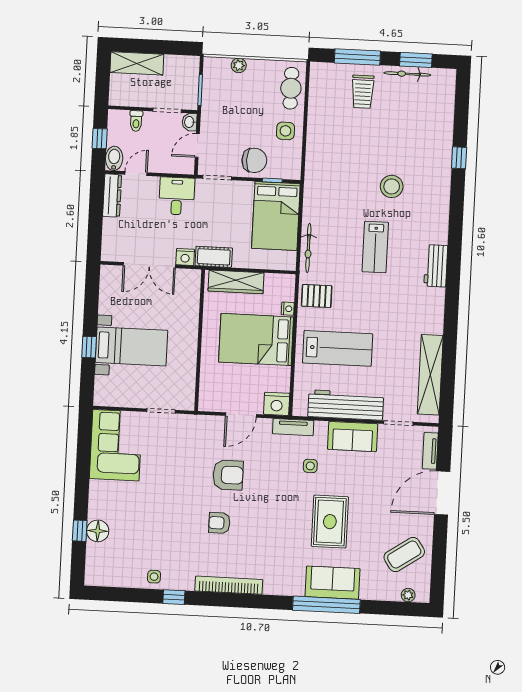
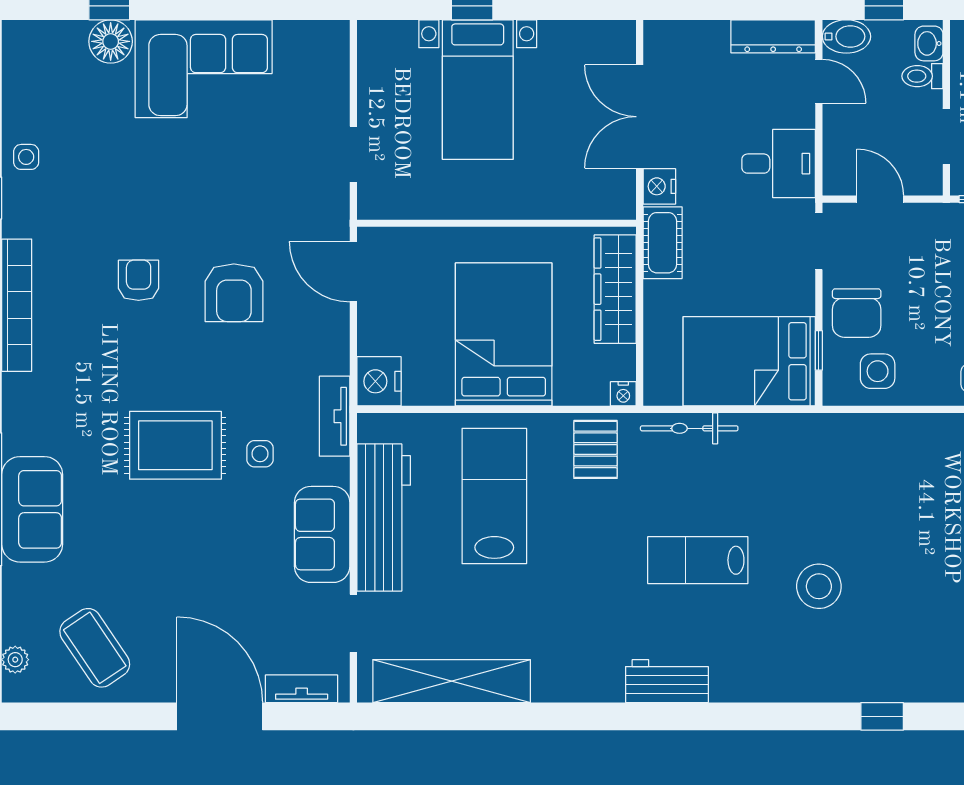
washbasin: (190, 122) -> (929, 43), moved, turned -90
side table: (285, 131) -> (878, 371), moved
nightstand: (288, 309) -> (623, 394), moved
lab bench: (338, 348) -> (494, 496), turned 180
door: (241, 415) -> (353, 272), moved
corner sofa: (116, 445) -> (204, 69), moved
rug: (330, 522) -> (175, 445), moved

